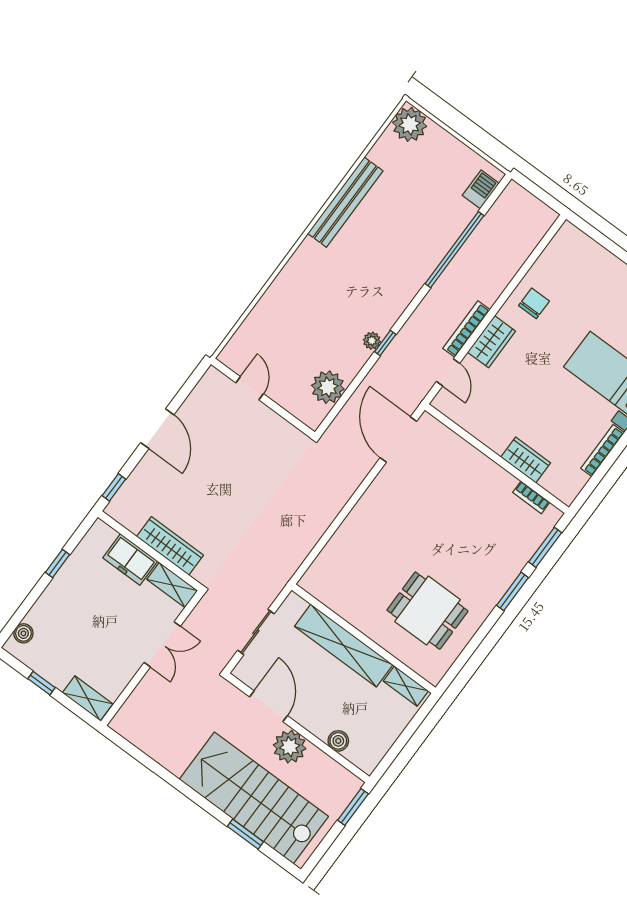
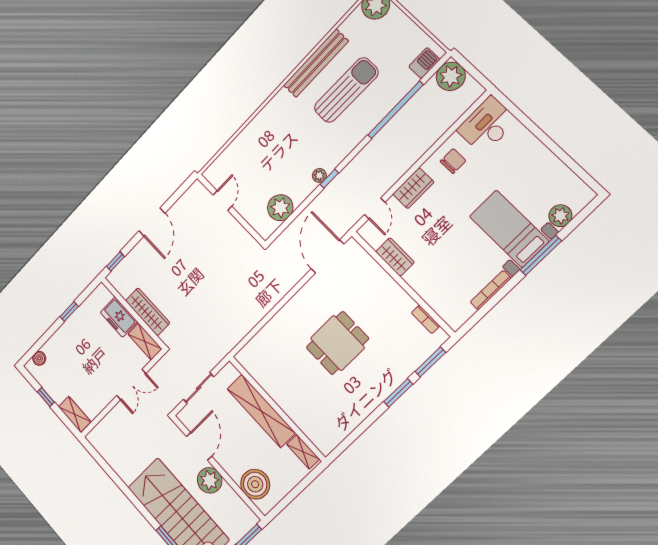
plant: (515, 202) -> (451, 76), added
sun lounger: (389, 232) -> (346, 90), added
desk: (567, 256) -> (487, 125), added
bookcase: (466, 329) -> (395, 175), removed
wardrobe: (526, 460) -> (395, 257), moved
dining table: (427, 611) -> (337, 343), moved, turned 90
boiler: (338, 741) -> (255, 484), width x1.86, depth x1.86

